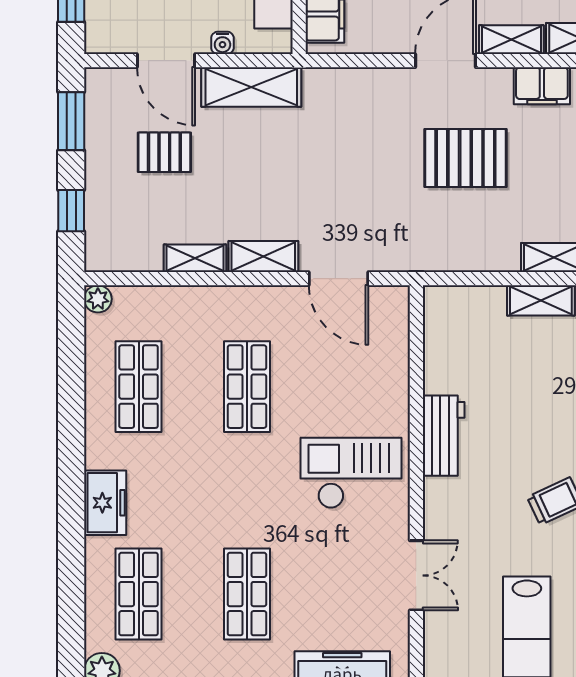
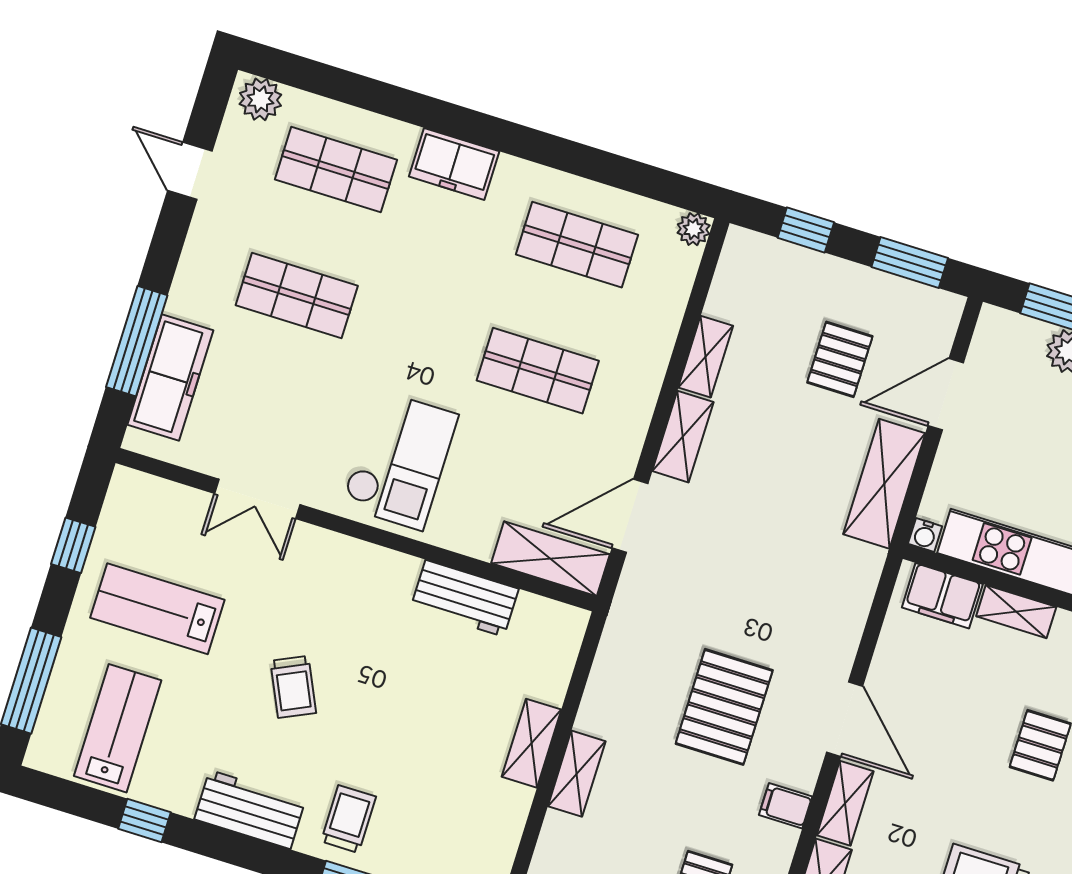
water cooler: (222, 43) -> (925, 535), moved, turned -90
filing cabinet: (542, 86) -> (786, 806), width x0.50
shelving: (392, 331) -> (550, 559), added
workbench: (444, 436) -> (465, 598), moved

